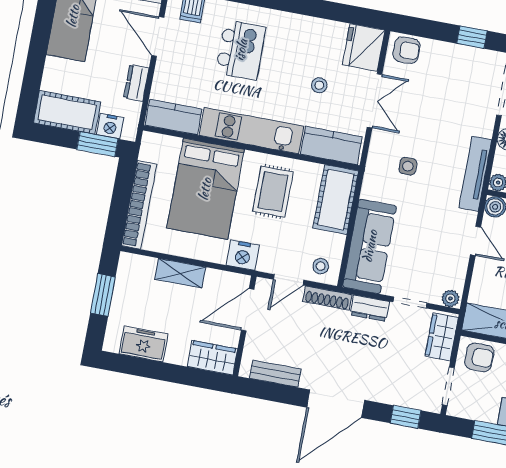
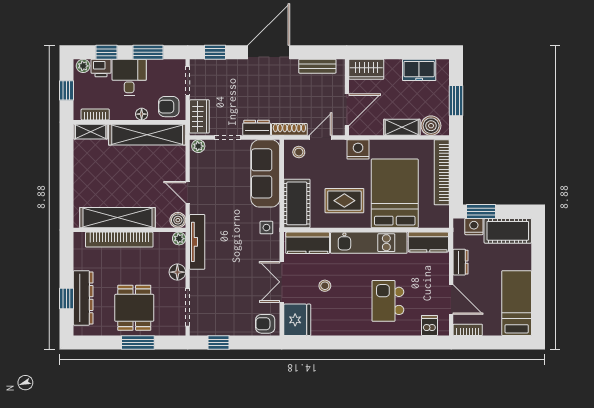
side table: (408, 166) -> (266, 228), moved
rug: (273, 192) -> (344, 201), turned 90
boiler: (142, 268) -> (431, 126), added

